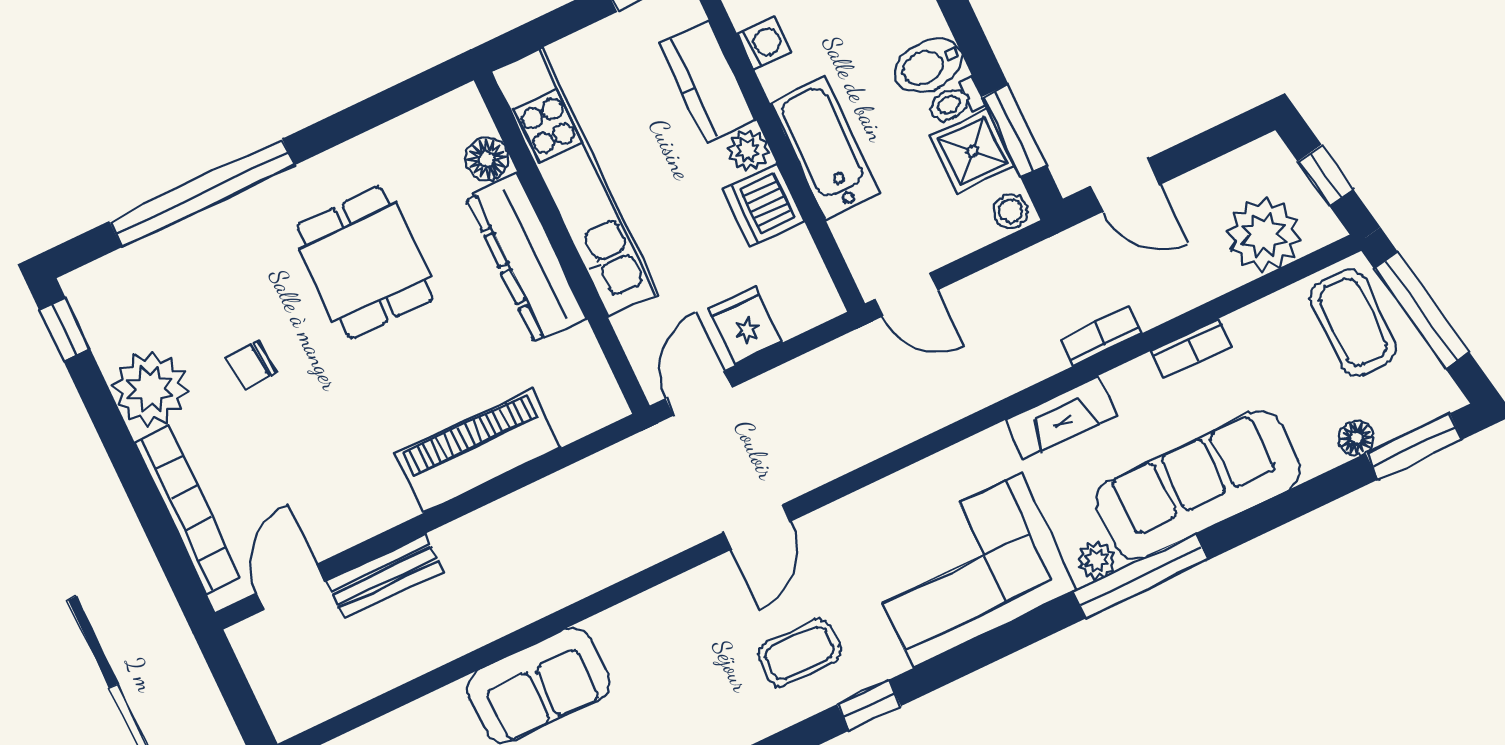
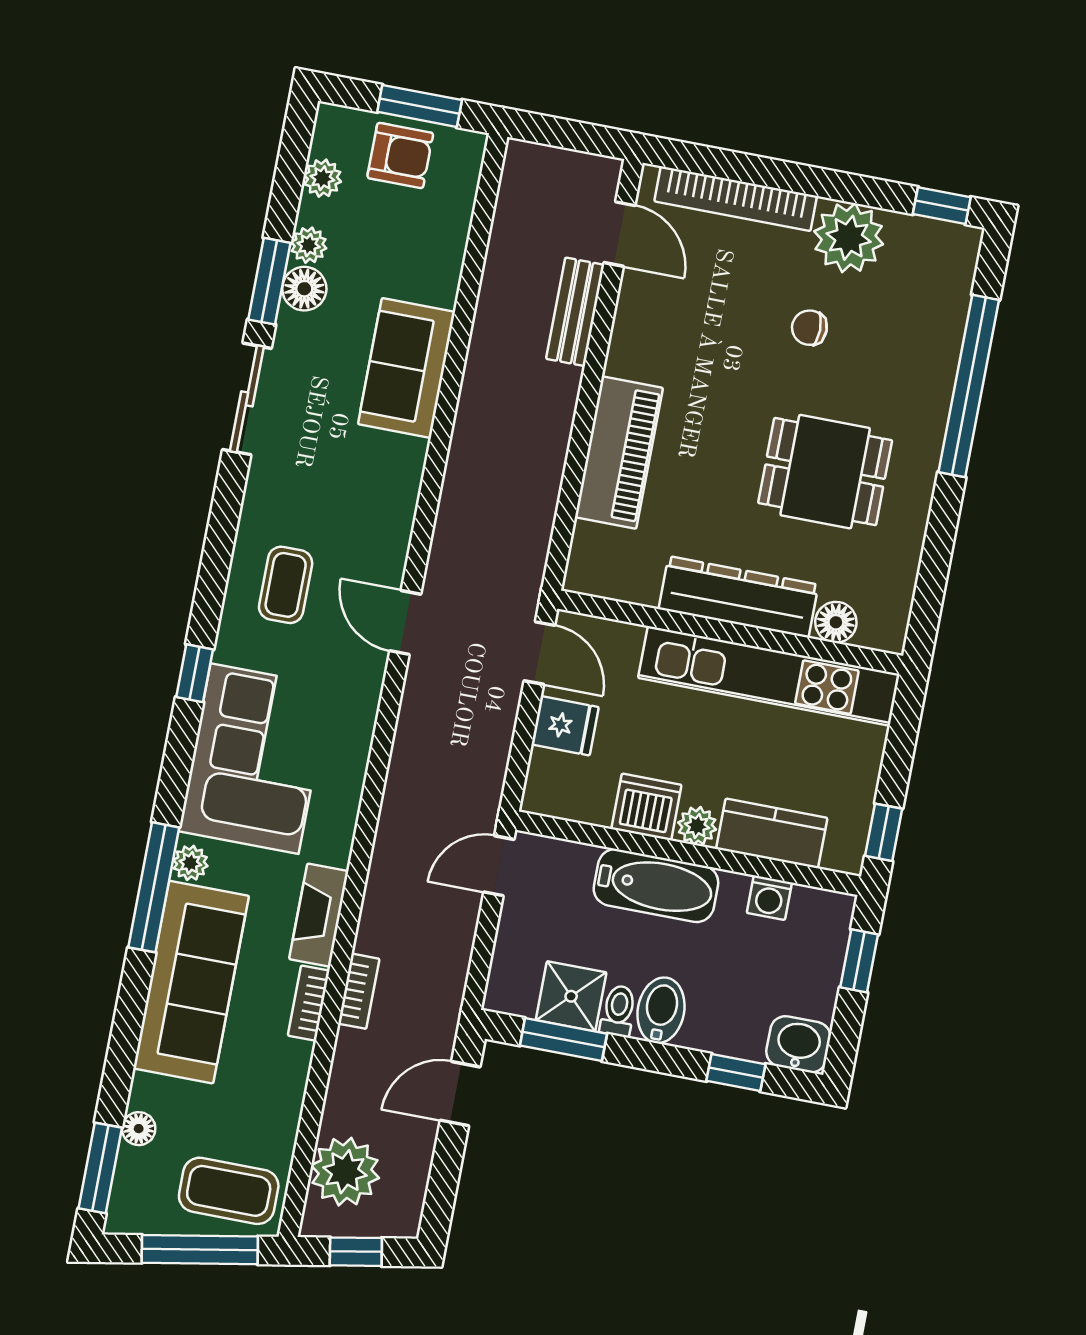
stool: (1010, 211) -> (504, 992), removed
bookcase: (1191, 348) -> (309, 1003), moved
chair: (252, 366) -> (809, 328), turned -84
window: (869, 705) -> (195, 673), moved

